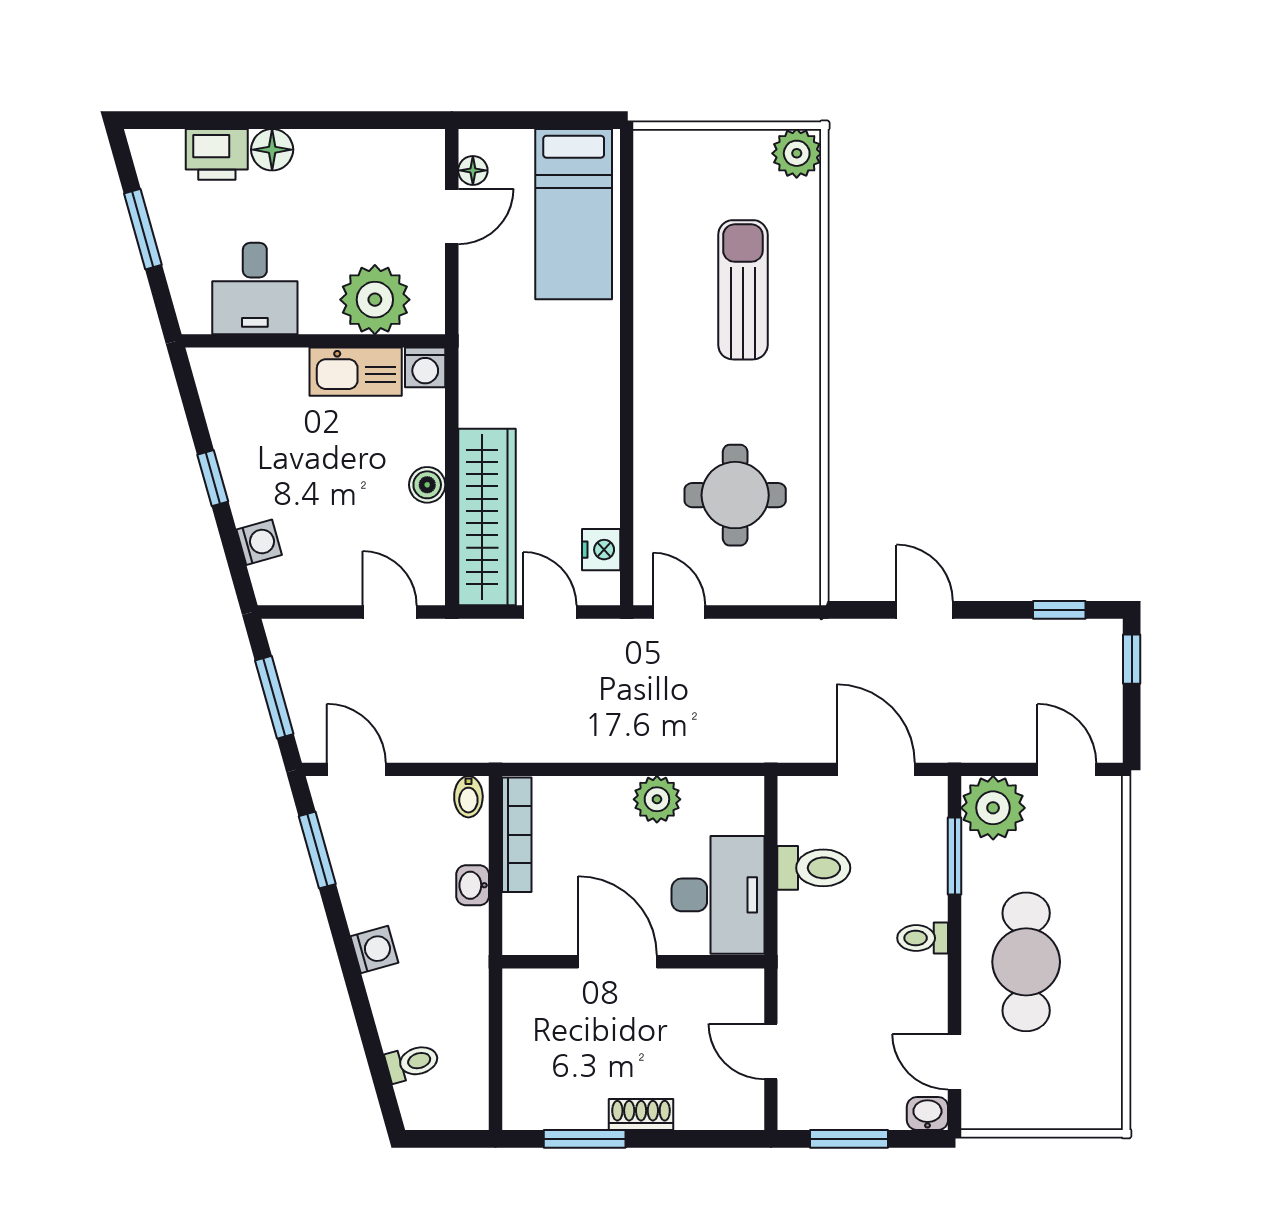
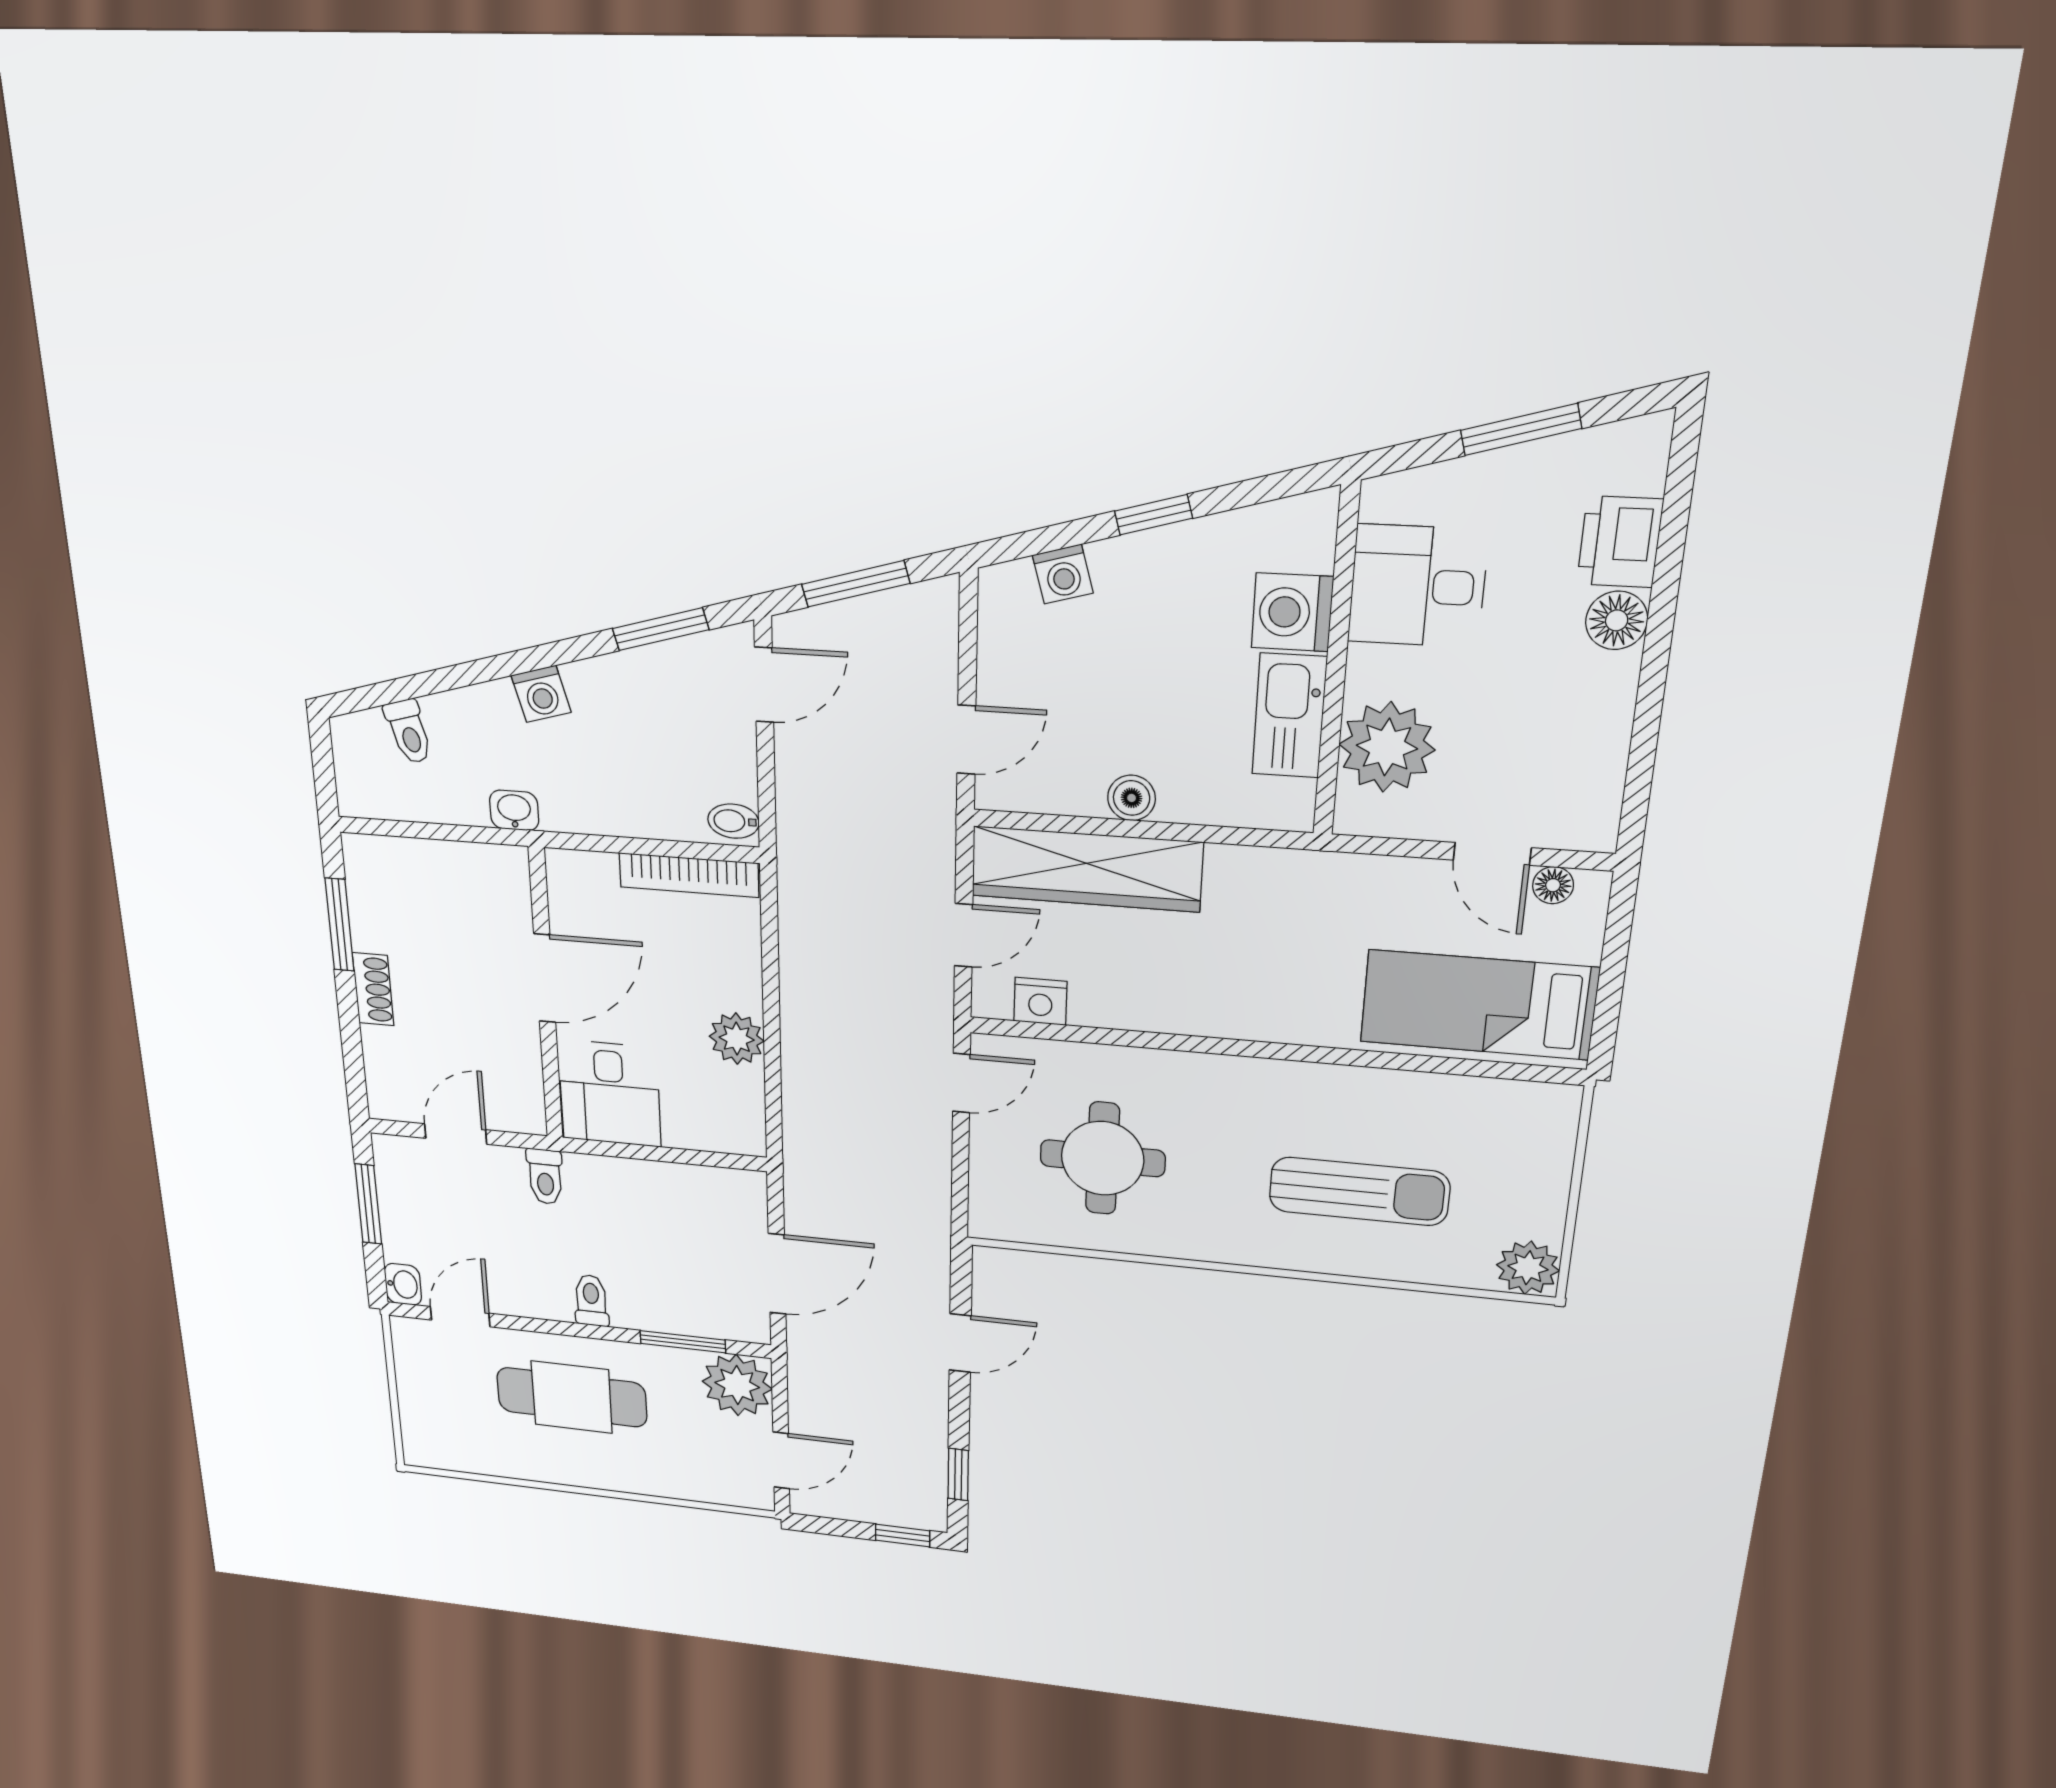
washing machine: (425, 367) -> (1292, 612), moved, width x1.38, depth x1.38
toilet: (814, 868) -> (545, 1177), moved, width x0.73, depth x0.72
washbasin: (473, 885) -> (514, 810), moved
desk: (718, 895) -> (610, 1093), width x0.73

